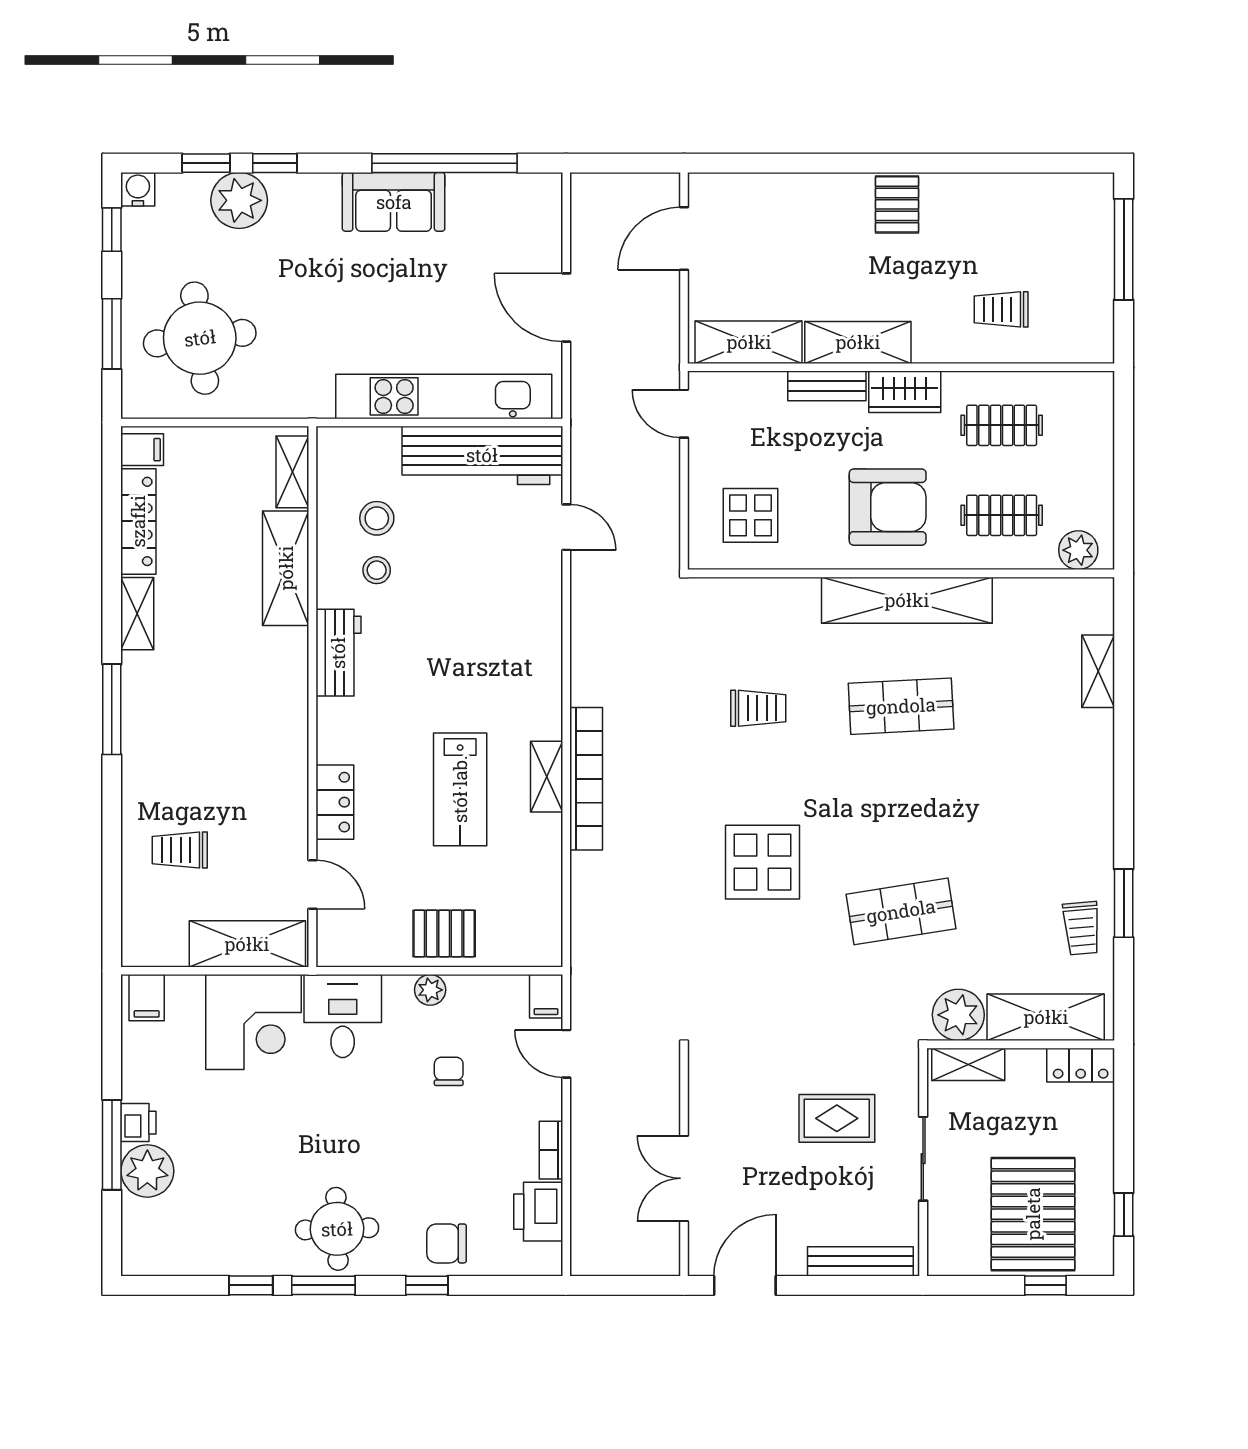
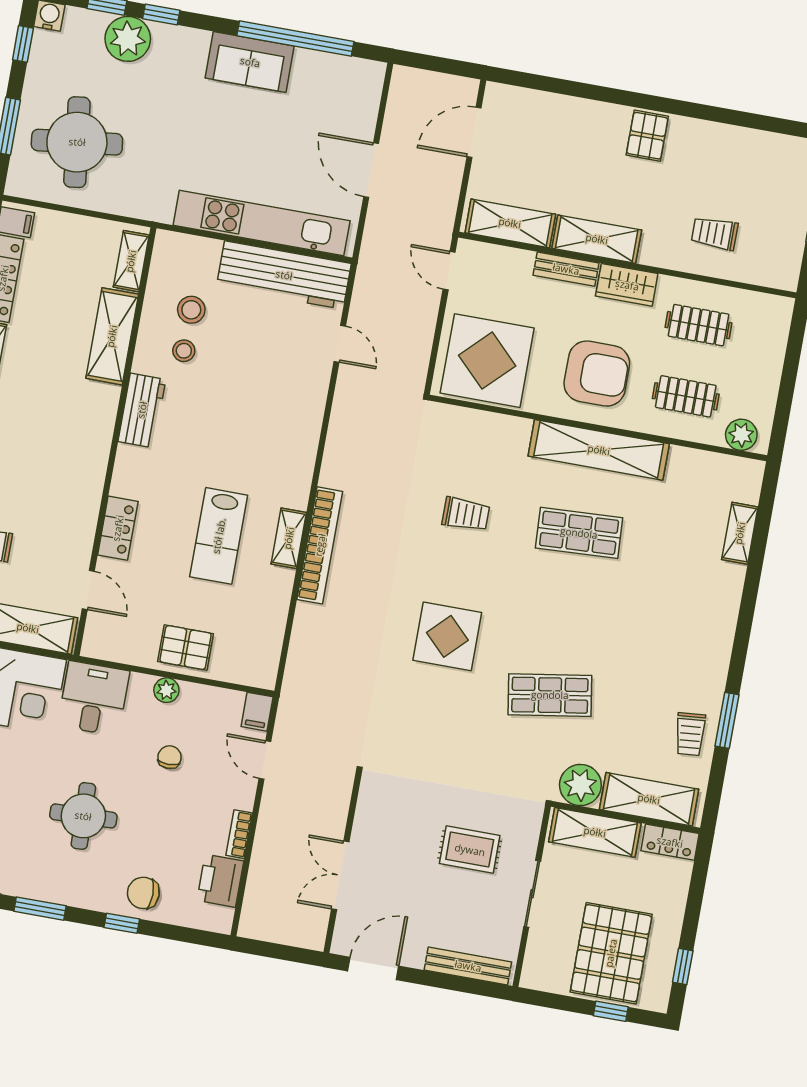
display table: (750, 515) -> (487, 361), width x1.86, depth x1.86
shelving: (968, 1064) -> (595, 832), width x1.50, depth x1.33
round table: (337, 1229) -> (83, 816), moved

